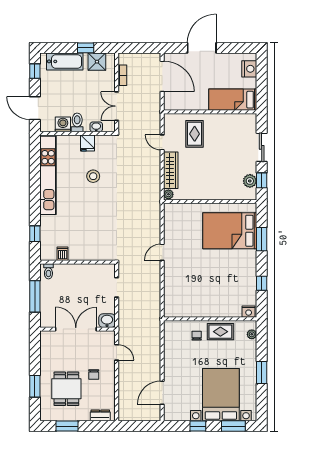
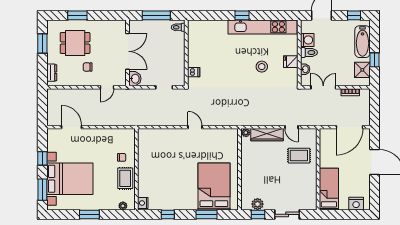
door: (162, 142) -> (291, 127), swing flipped
window: (35, 234) -> (242, 15), moved
dishwasher: (63, 254) -> (194, 72), moved

